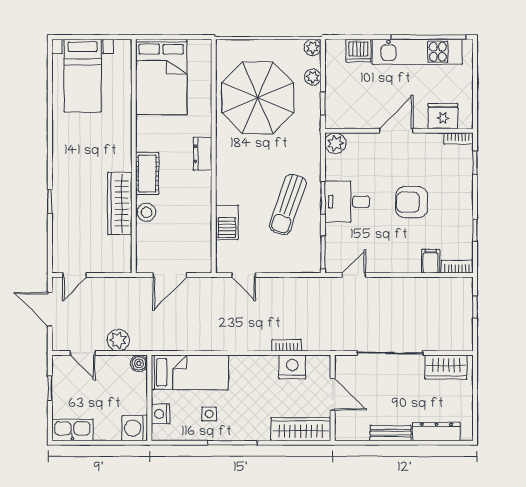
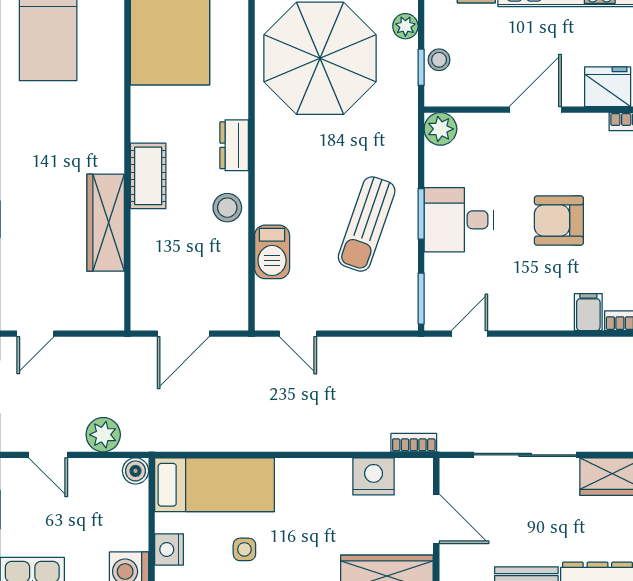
stool: (334, 99) -> (439, 60), added
stool: (146, 212) -> (227, 208), moved
bookcase: (287, 345) -> (414, 443), moved

